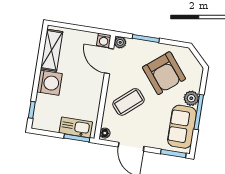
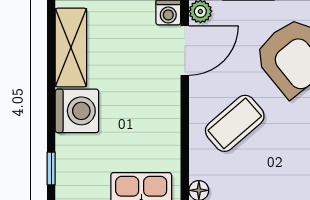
door: (109, 61) -> (185, 51), swing flipped

